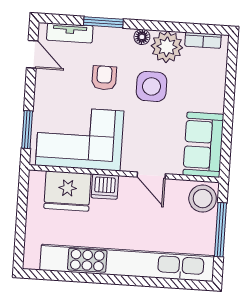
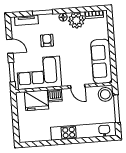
door: (32, 54) -> (10, 46), moved
side table: (152, 86) -> (71, 41), removed
sofa: (203, 145) -> (101, 61), width x1.36
kitchen unit: (127, 263) -> (84, 131), width x0.73

